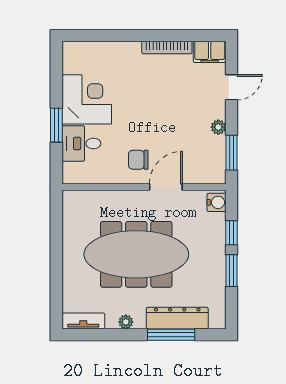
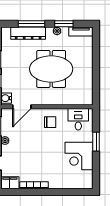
desk: (81, 143) -> (78, 119), moved, turned -90
door: (166, 187) -> (22, 107), moved
meeting table: (136, 254) -> (51, 69), width x0.73
window: (114, 335) -> (64, 24), added

